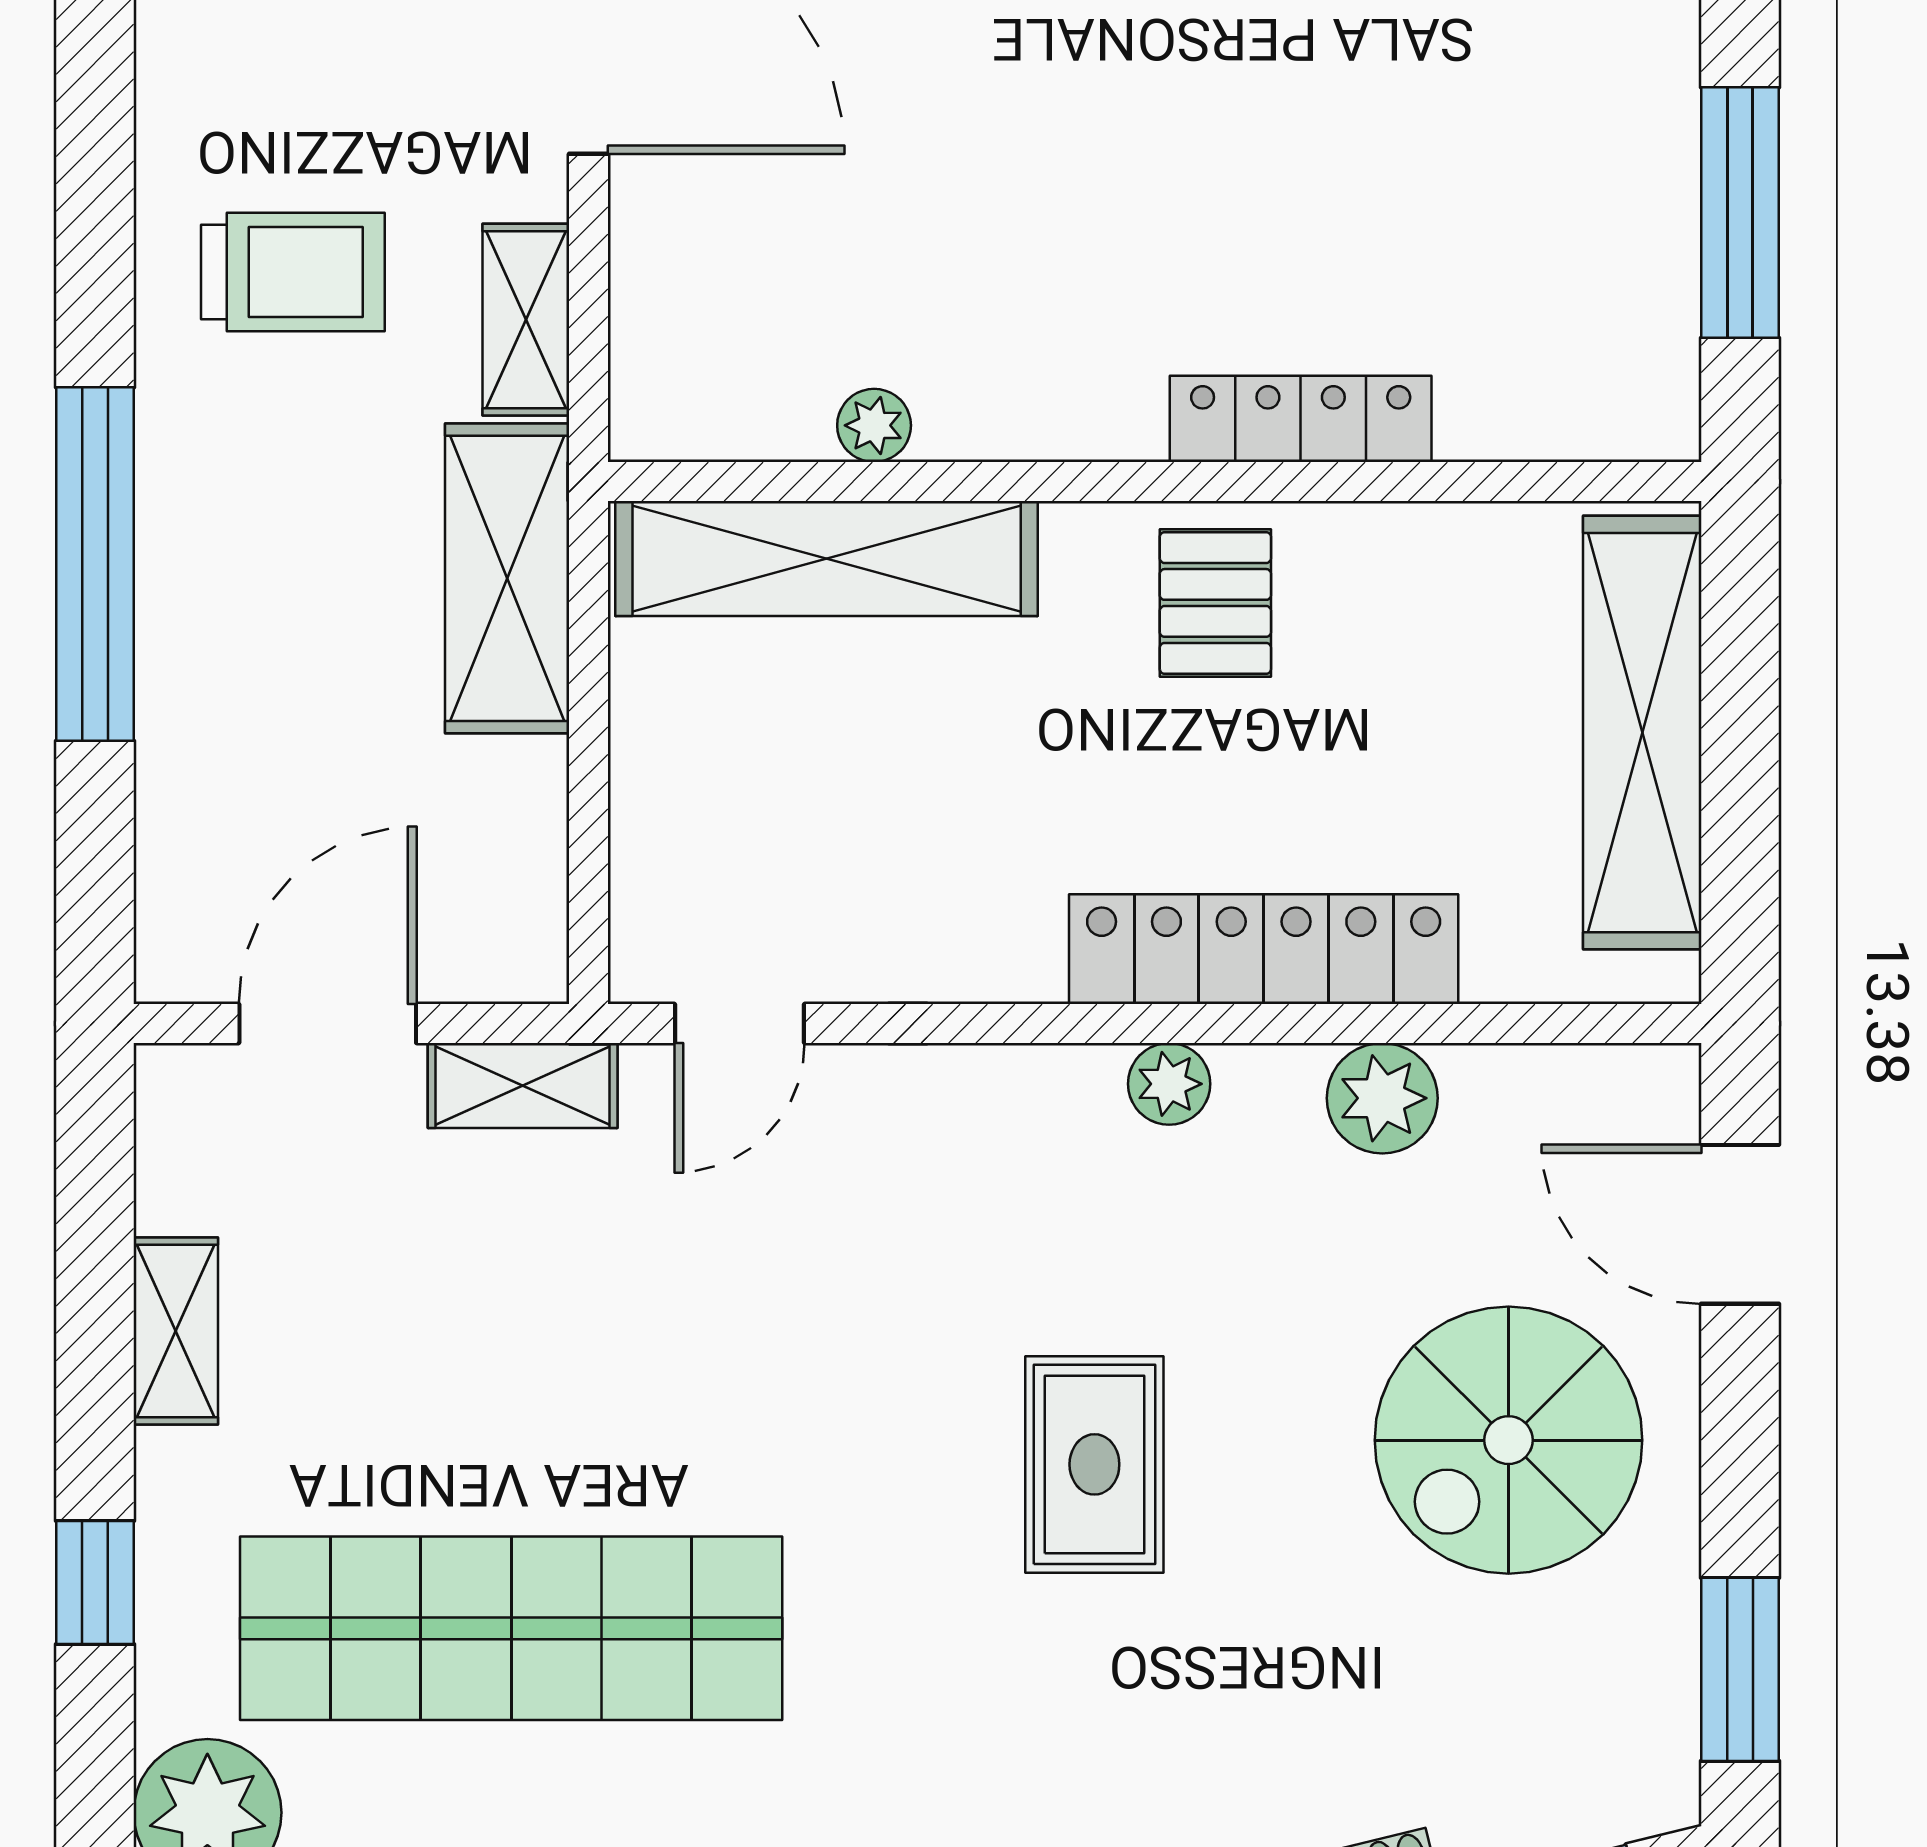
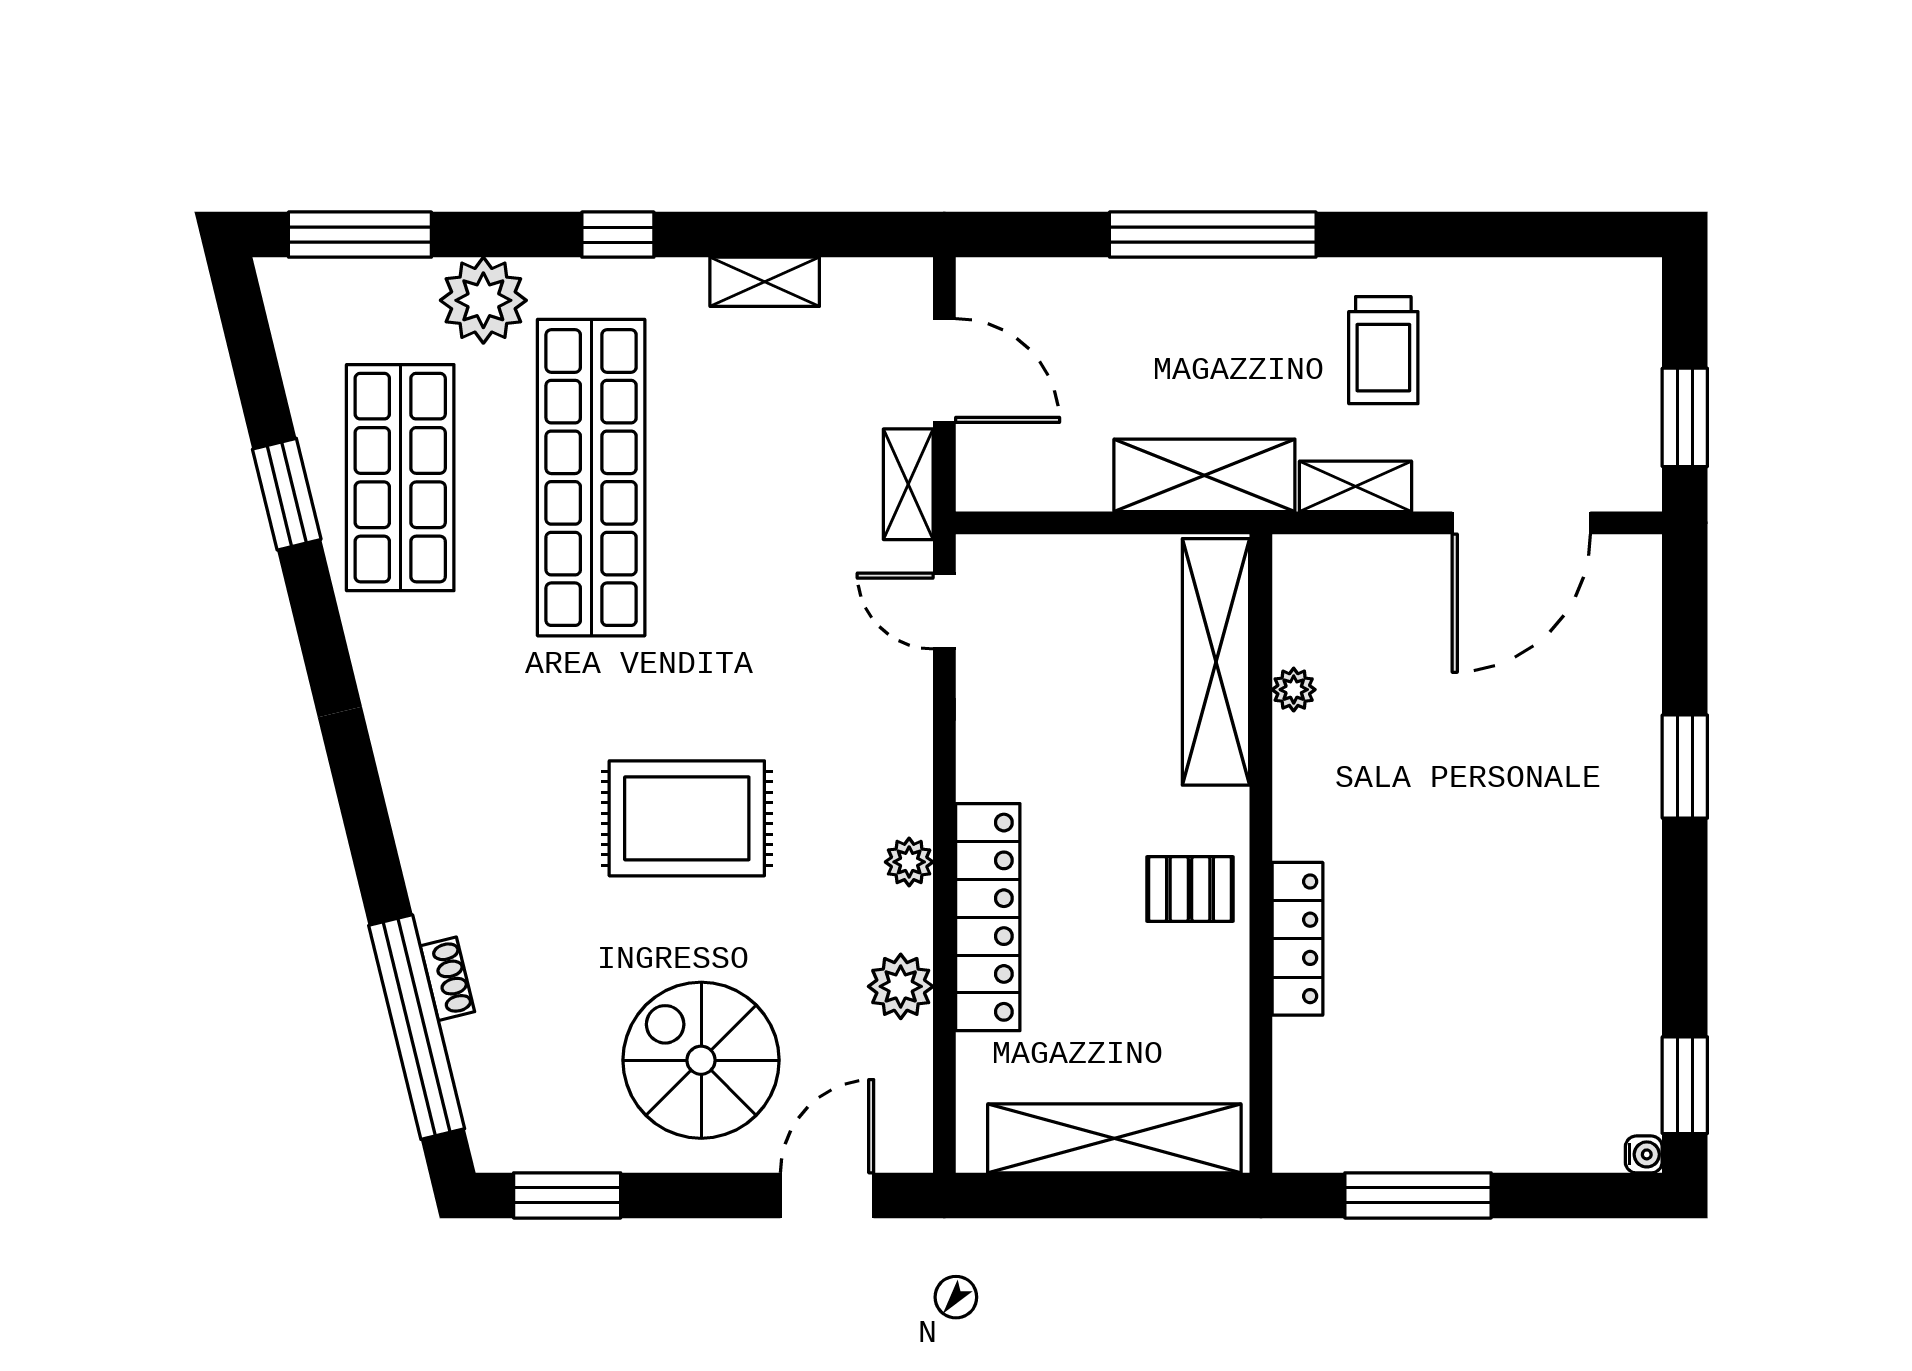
rug: (1094, 1464) -> (687, 818), width x1.36, depth x1.43

